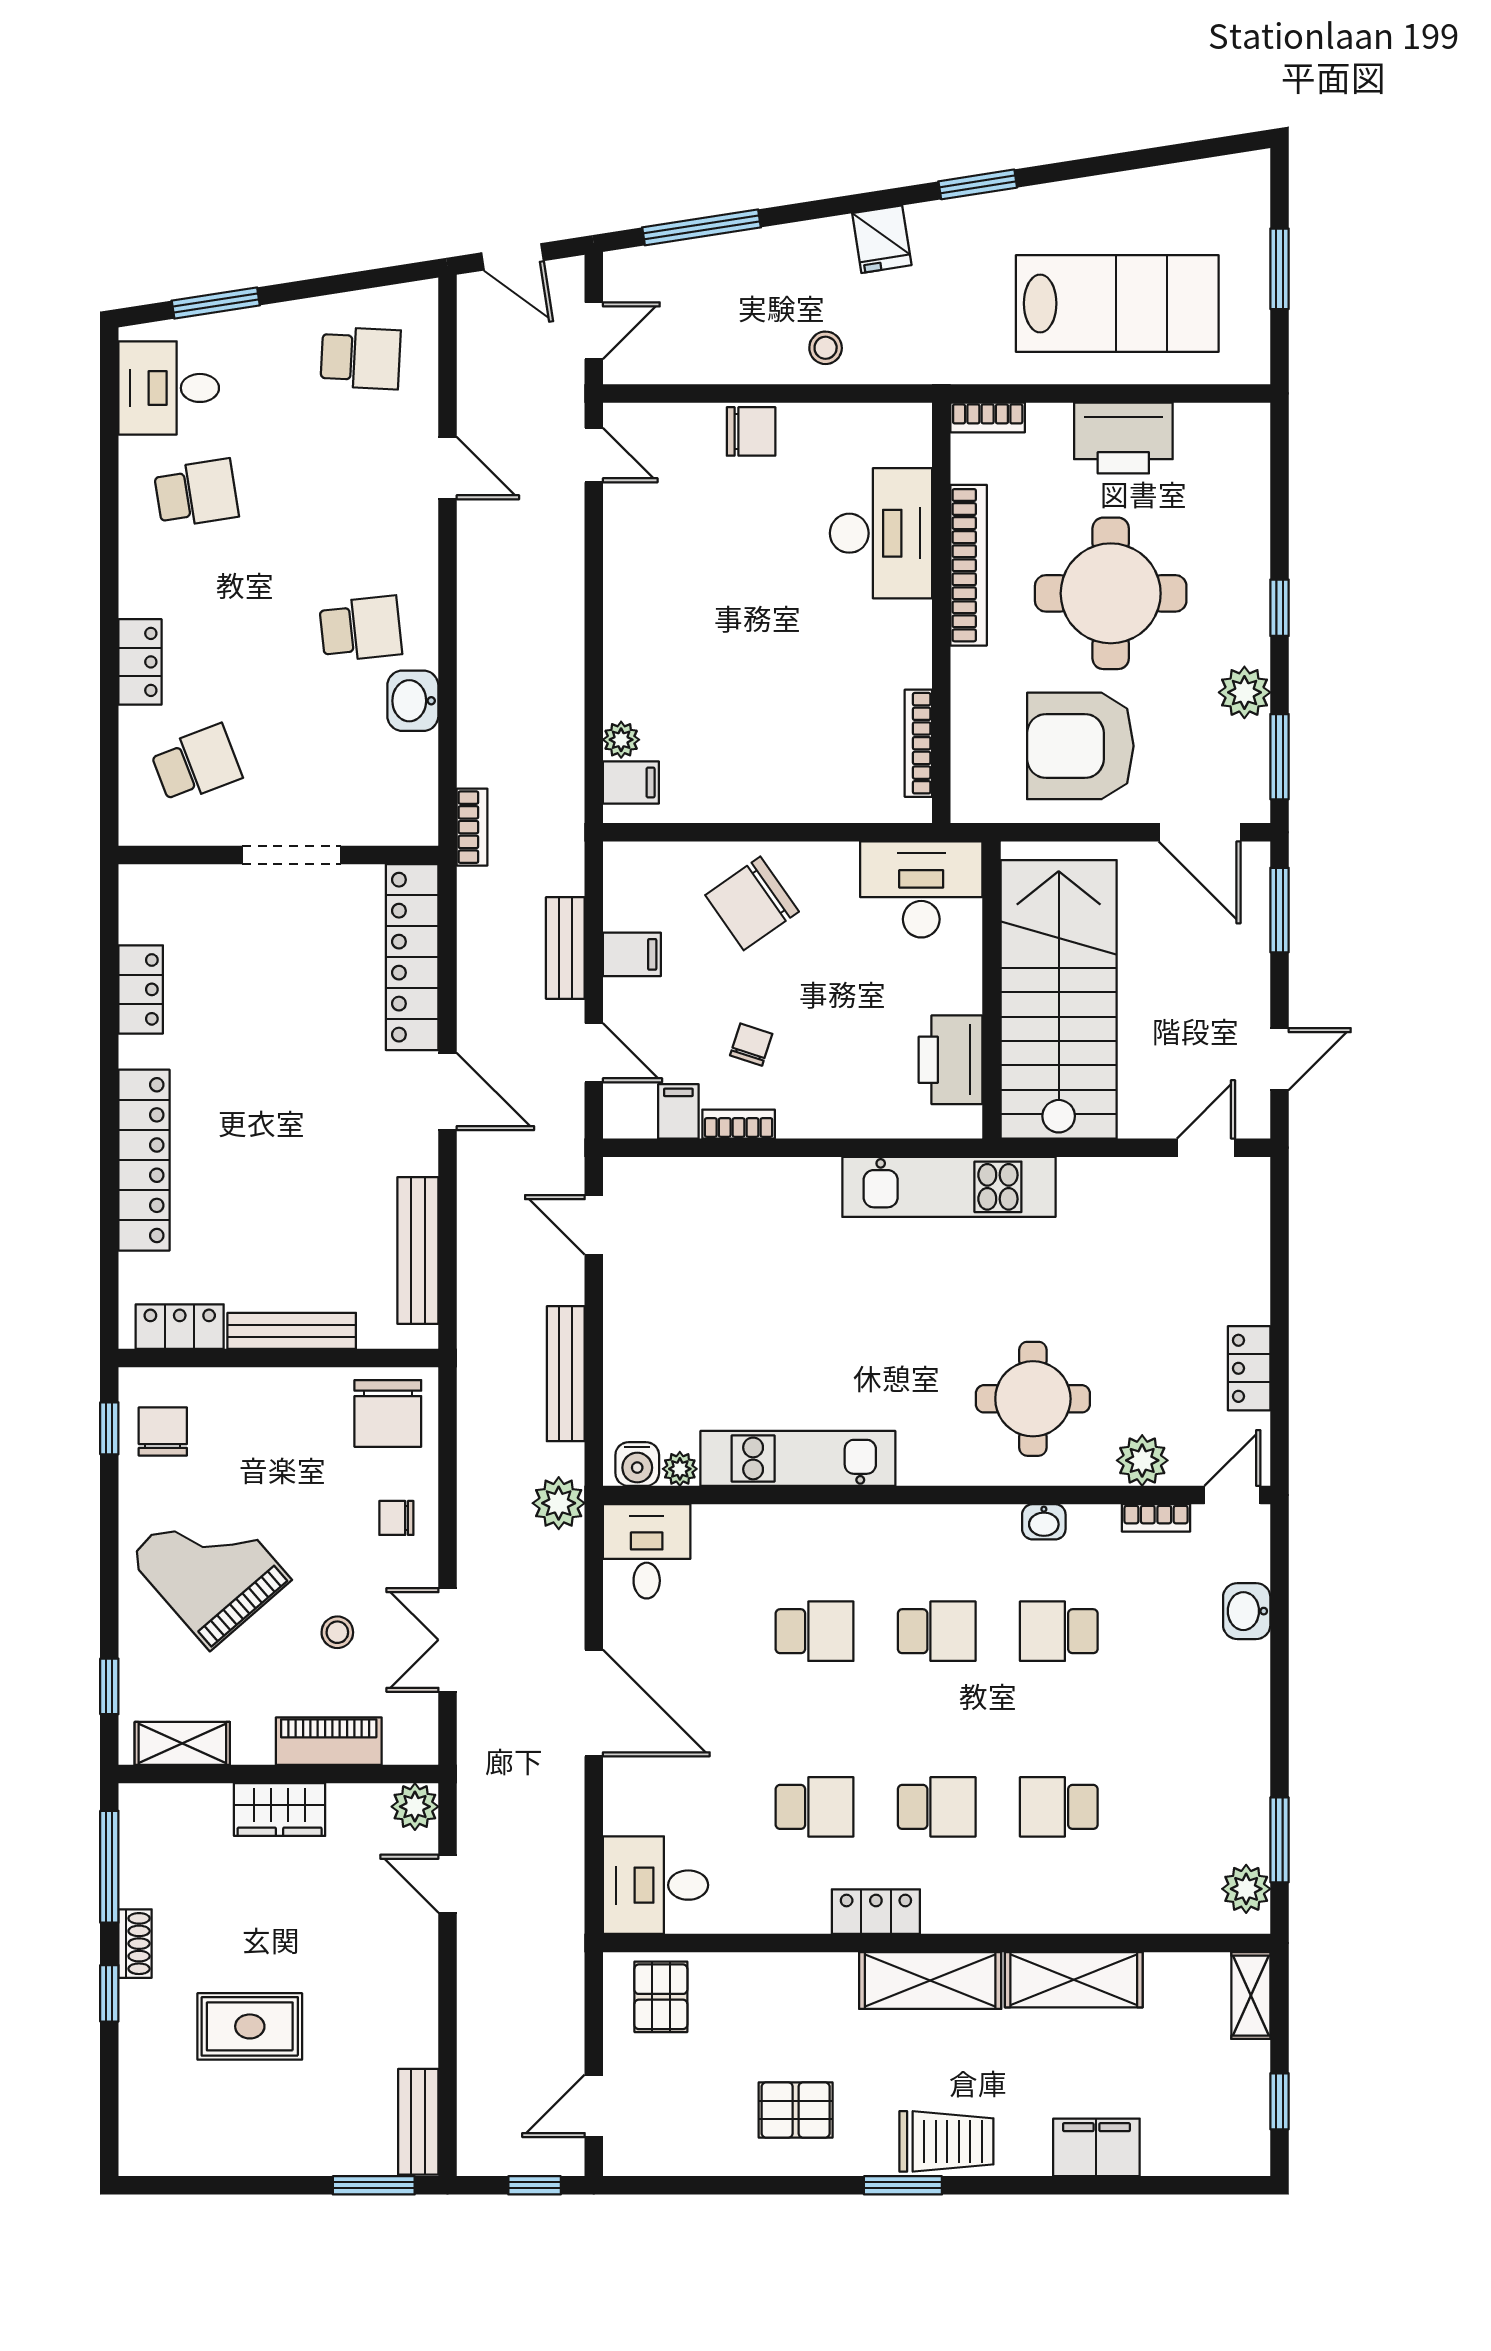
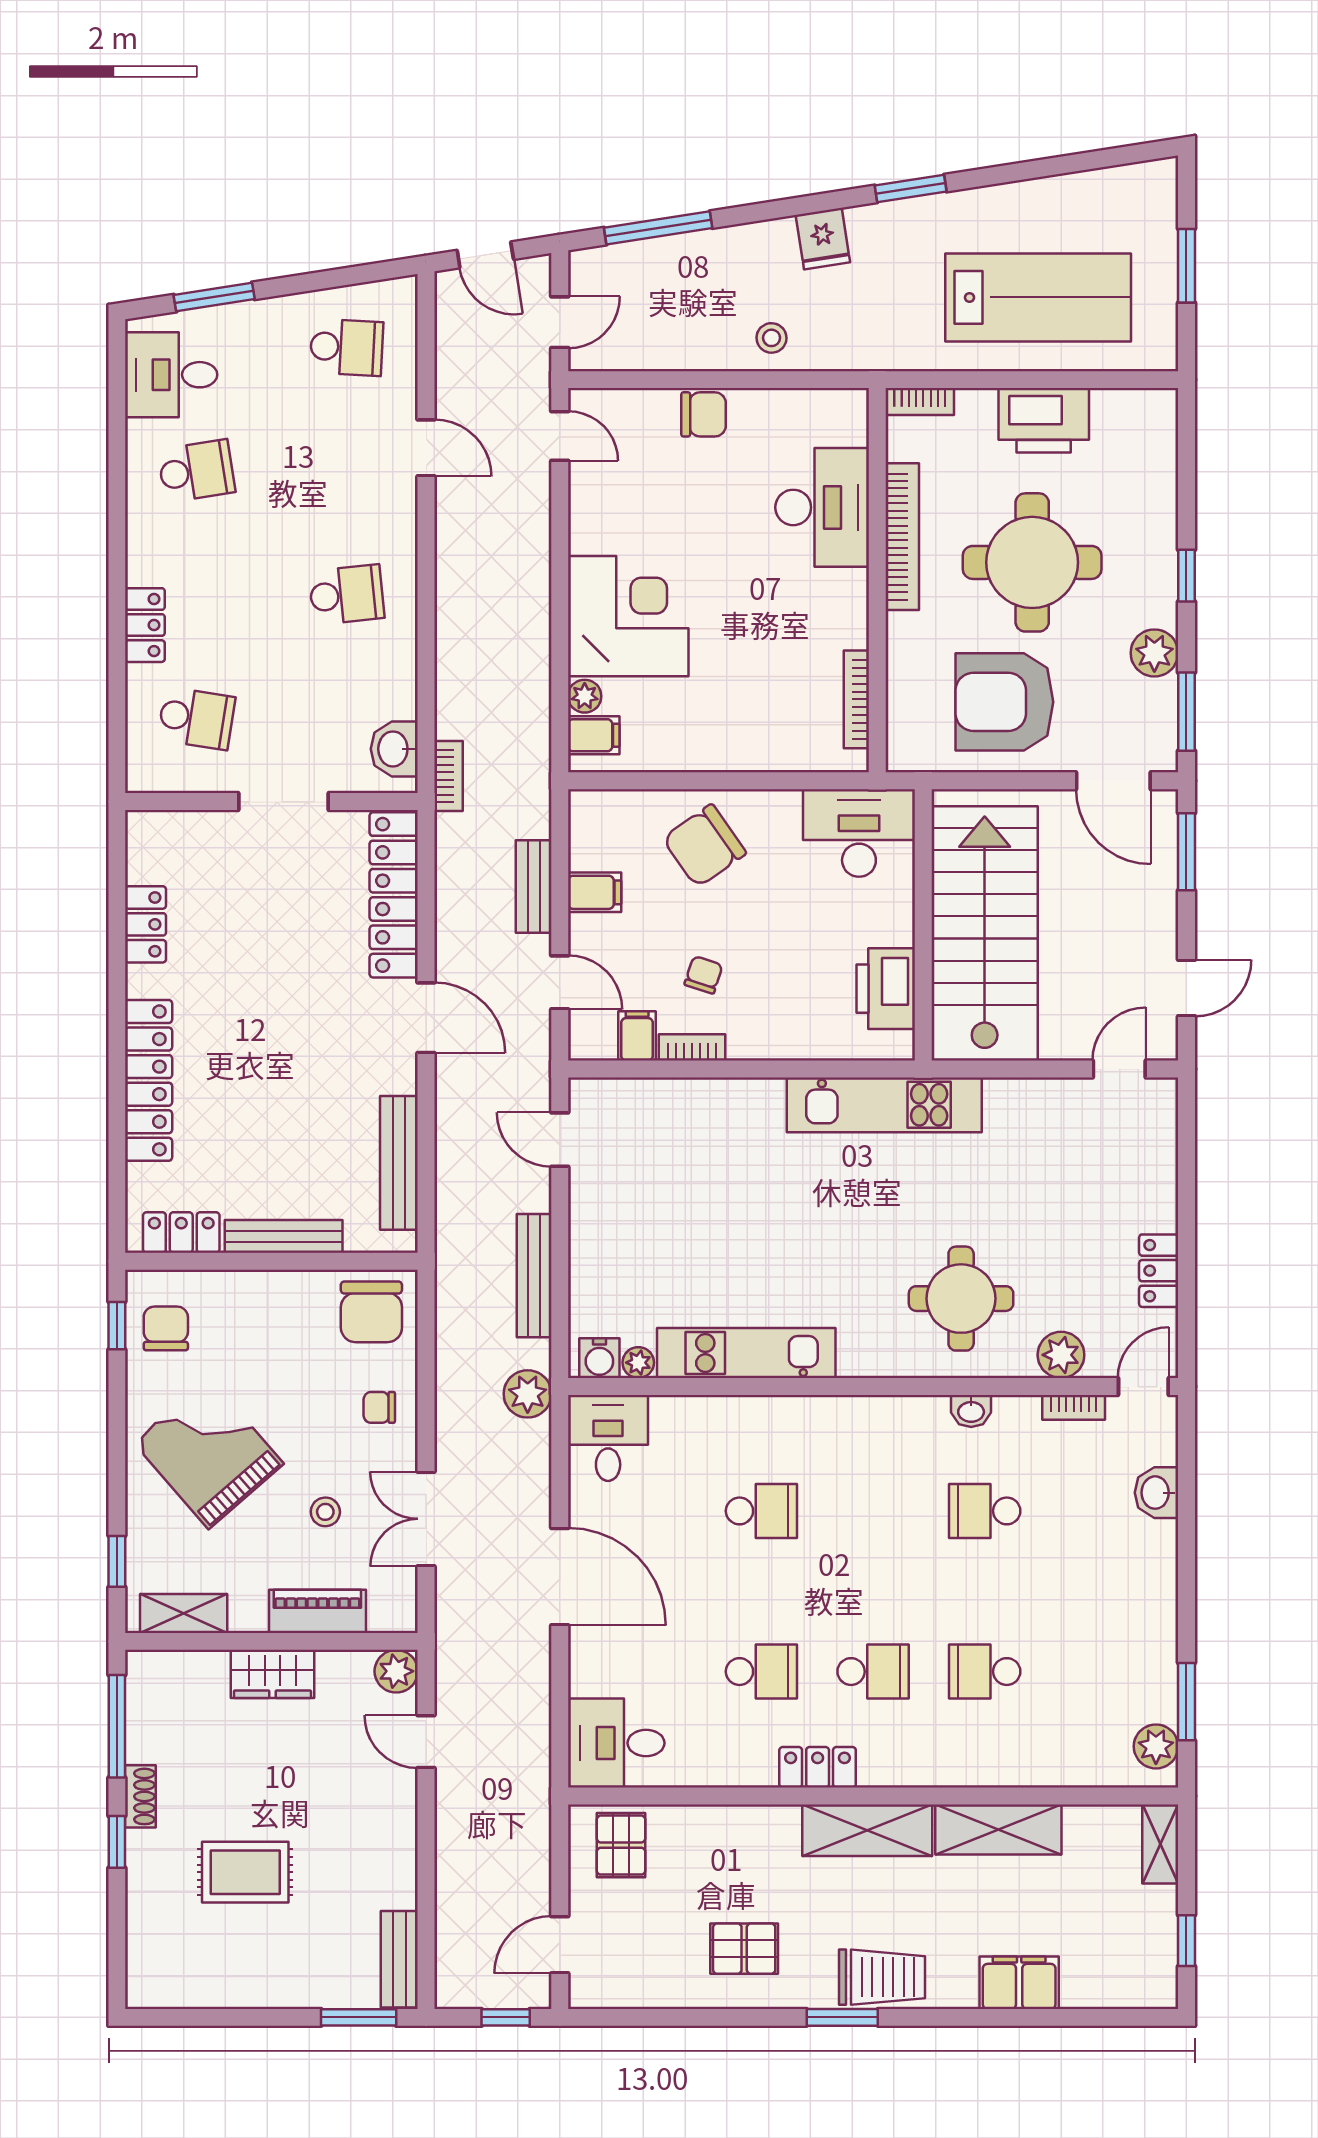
corner desk: (669, 652) -> (628, 616), added
washbasin: (413, 701) -> (394, 749), moved
school desk: (196, 764) -> (196, 718), turned 30
school desk: (937, 1631) -> (873, 1511), removed

